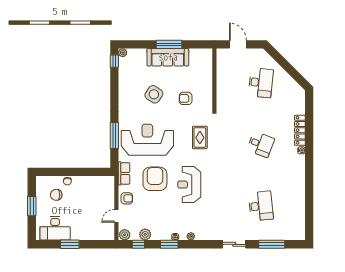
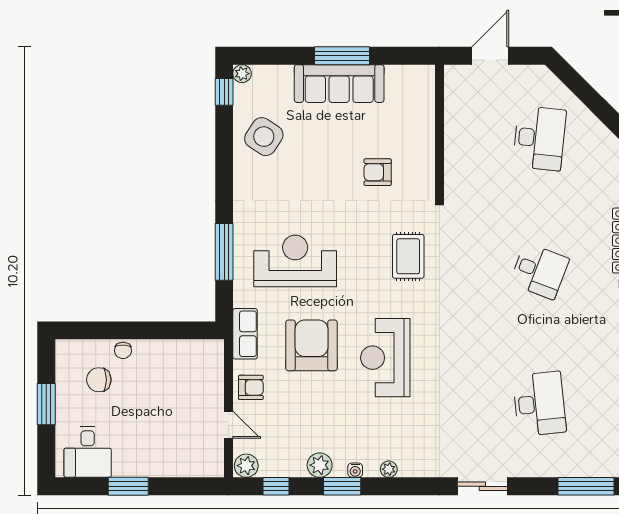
door: (238, 44) -> (490, 56), hinge flipped
side table: (154, 94) -> (264, 137), moved
reception desk: (147, 140) -> (295, 261), width x0.74, depth x0.77
door: (116, 216) -> (229, 425), swing flipped
desk: (55, 228) -> (88, 452), width x0.73
plant: (145, 234) -> (320, 465), moved
window: (272, 244) -> (586, 486), moved

